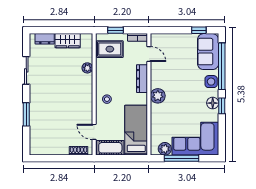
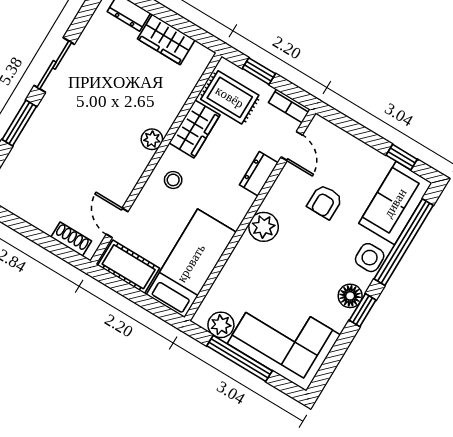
plant: (87, 68) -> (152, 139), moved
armchair: (178, 69) -> (325, 202), added
sliding door: (26, 70) -> (54, 65), moved
wardrobe: (103, 72) -> (194, 129), added
dresser: (142, 79) -> (259, 174), width x0.70

